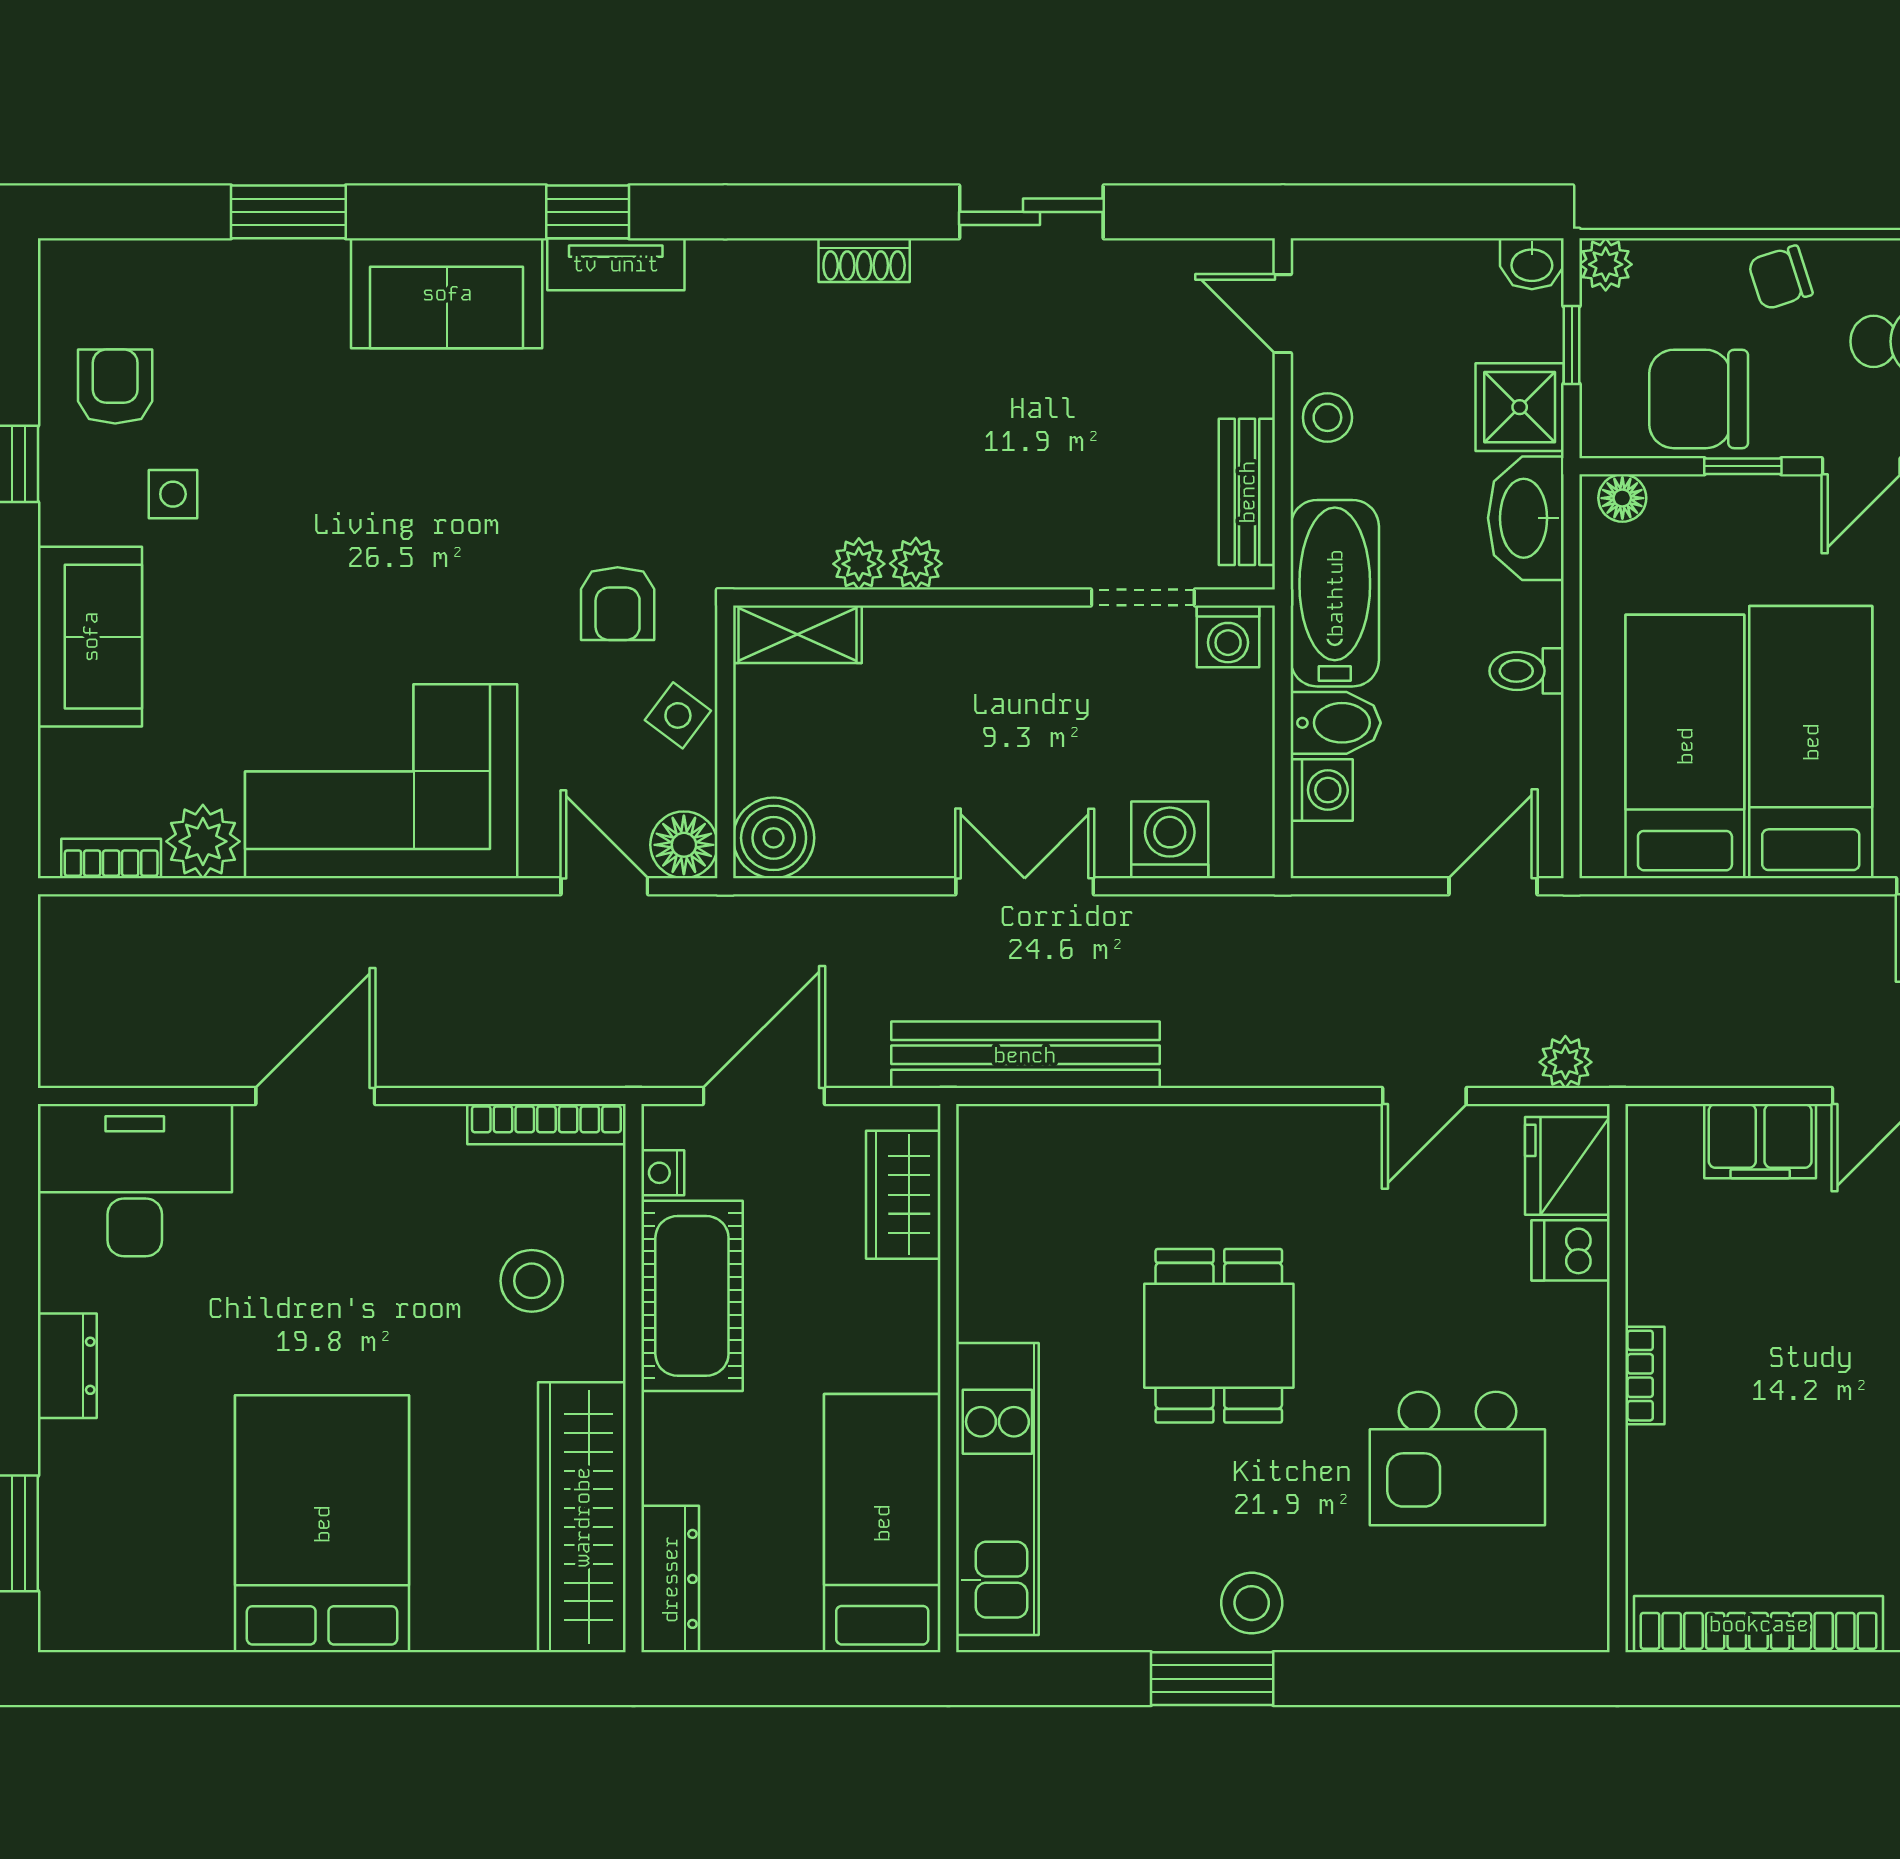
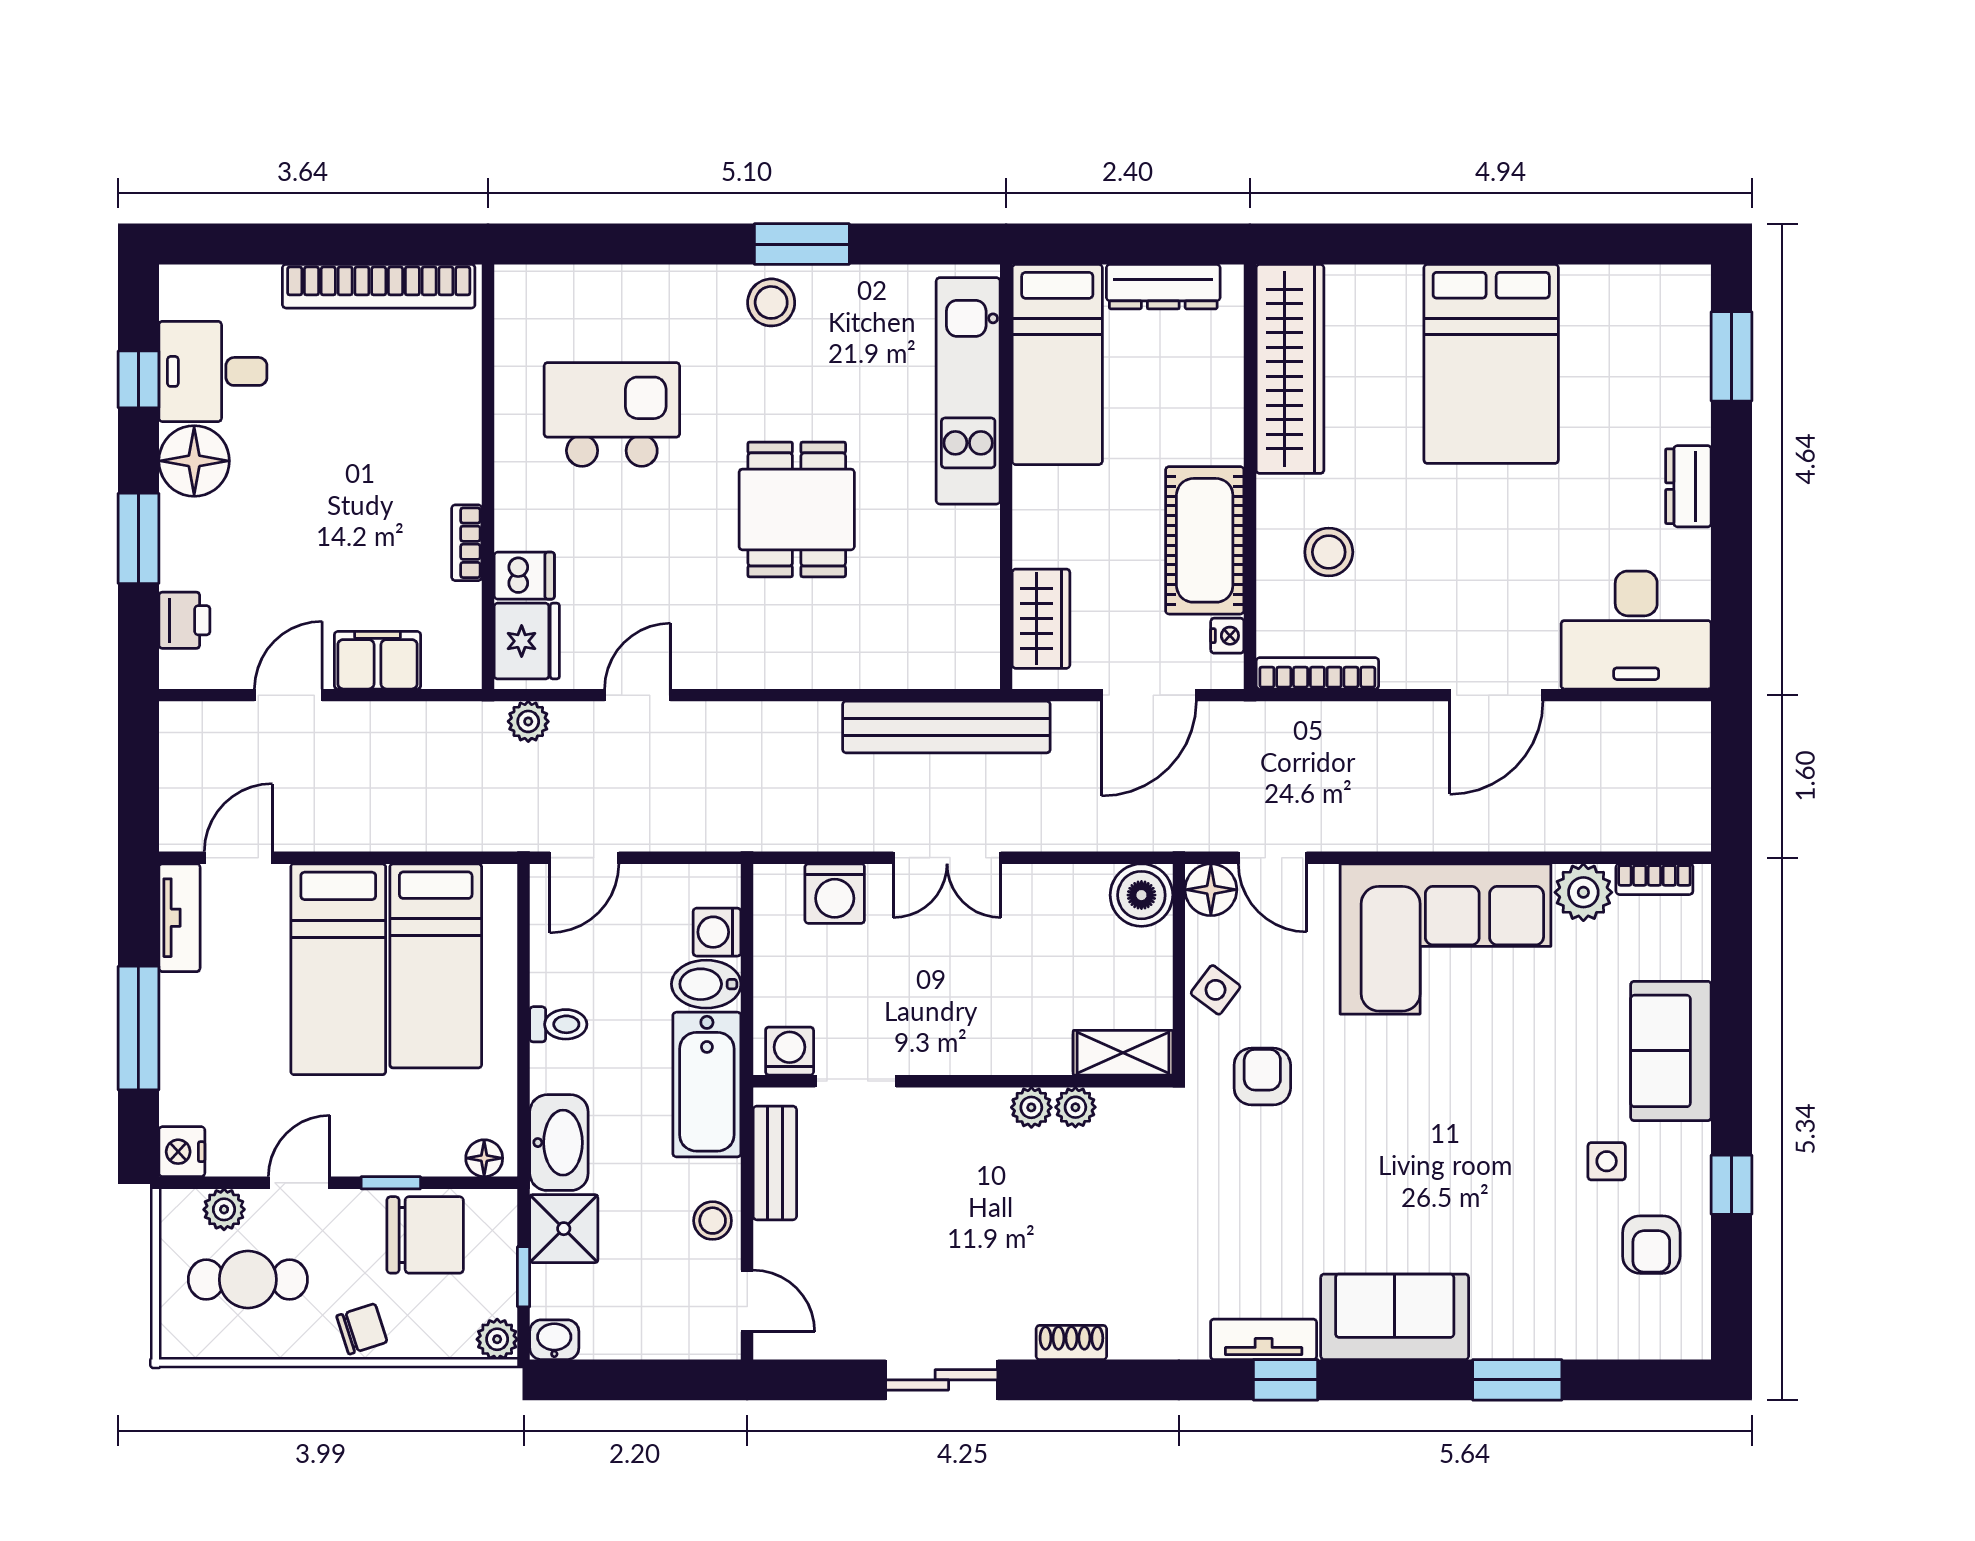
bookcase: (1645, 1376) -> (467, 543), moved
dresser: (670, 1579) -> (1163, 287), moved, turned -90

